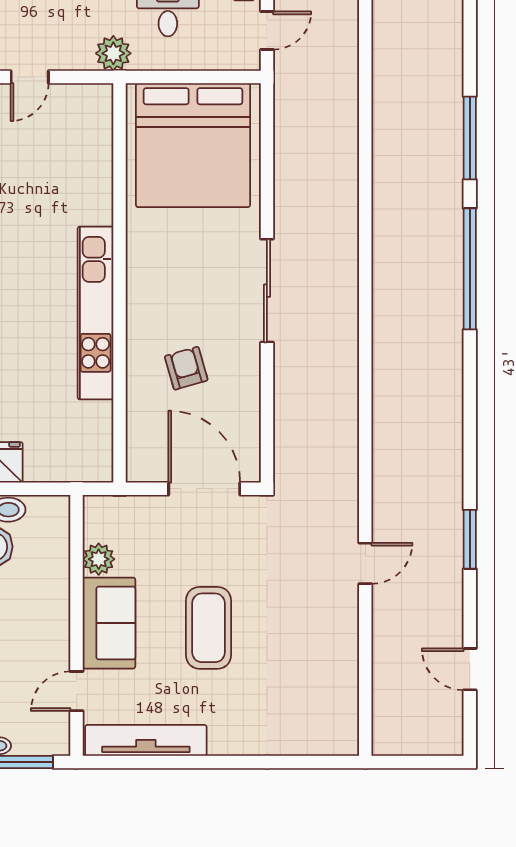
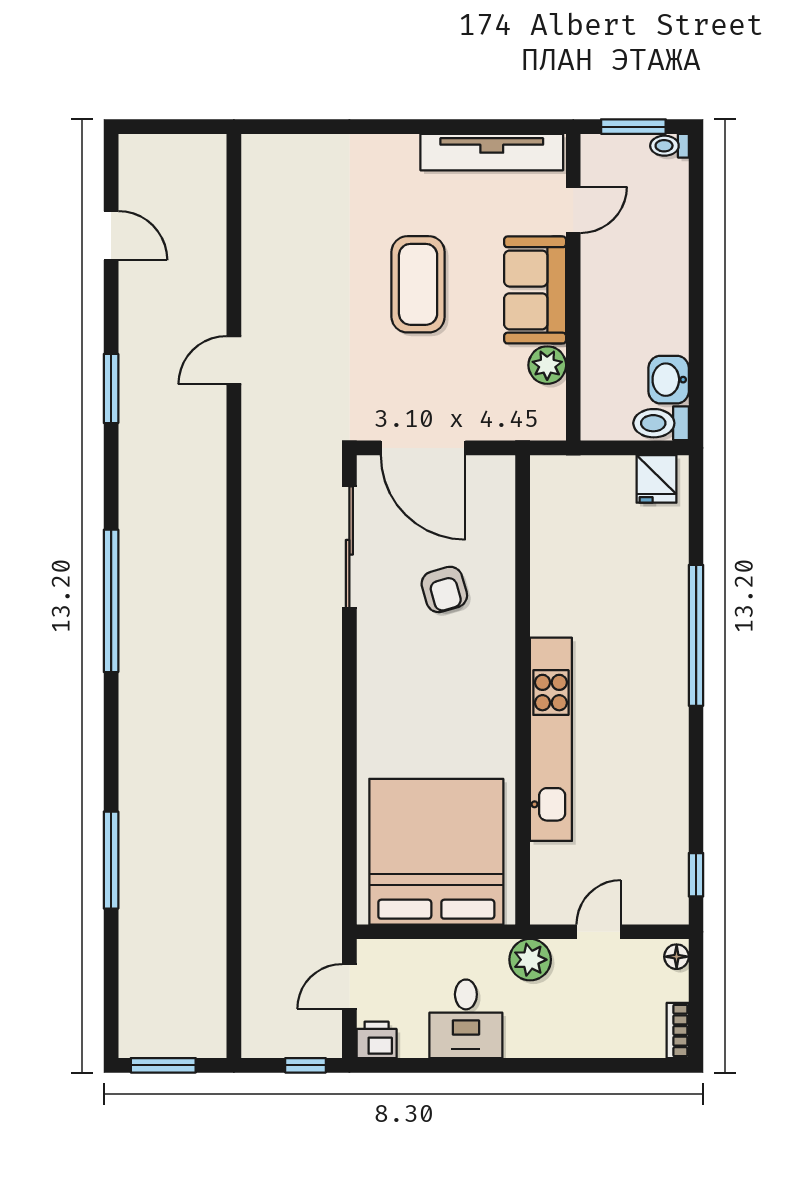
door: (30, 77) -> (599, 932), moved
window: (470, 269) -> (111, 601), moved
sliding door: (267, 291) -> (349, 547), moved
kitchen unit: (96, 313) -> (551, 739), moved

